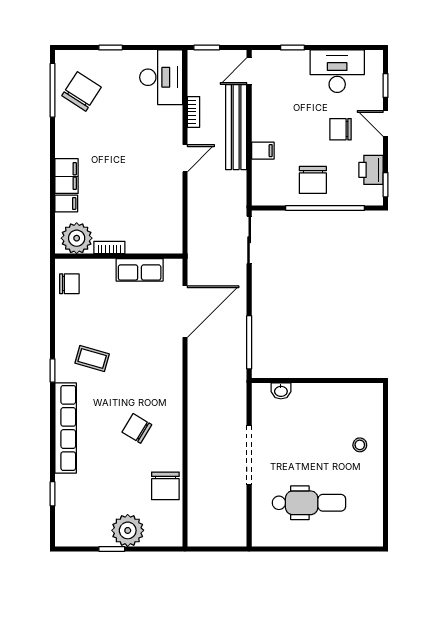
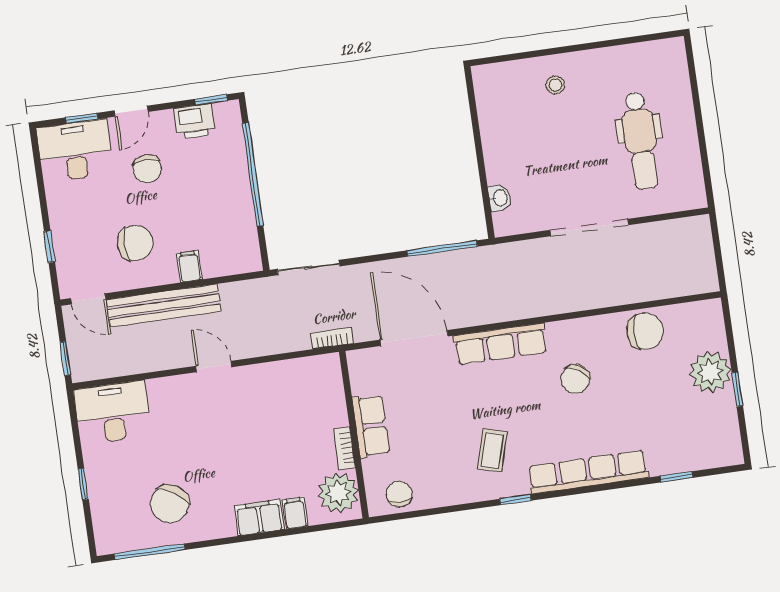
desk: (337, 71) -> (75, 151), moved, turned 90
chair: (82, 91) -> (170, 504), moved, turned -90
bookcase: (194, 112) -> (332, 338), moved
chair: (313, 180) -> (135, 243), moved
row of seats: (140, 270) -> (371, 426), moved
row of seats: (171, 376) -> (500, 344), added
dental chair: (309, 503) -> (640, 141), turned 180

